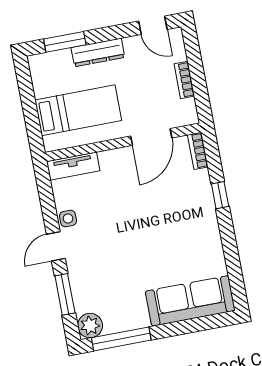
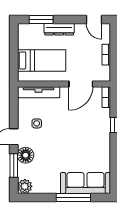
tv unit: (73, 166) -> (39, 92), width x1.41
side table: (68, 218) -> (37, 123), moved
floor lamp: (82, 273) -> (26, 155), added
window: (121, 339) -> (73, 198), moved

